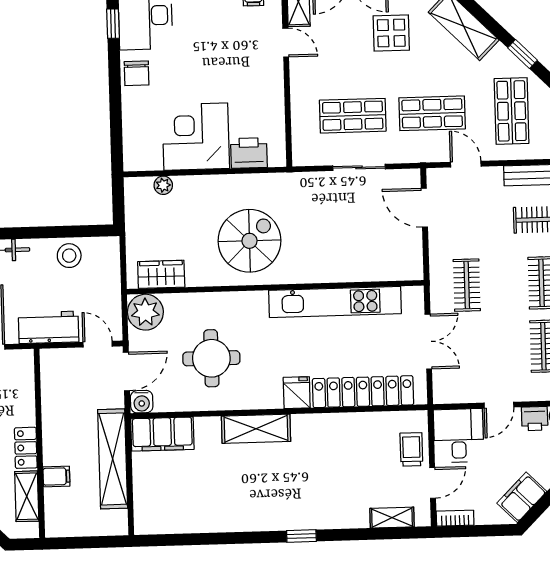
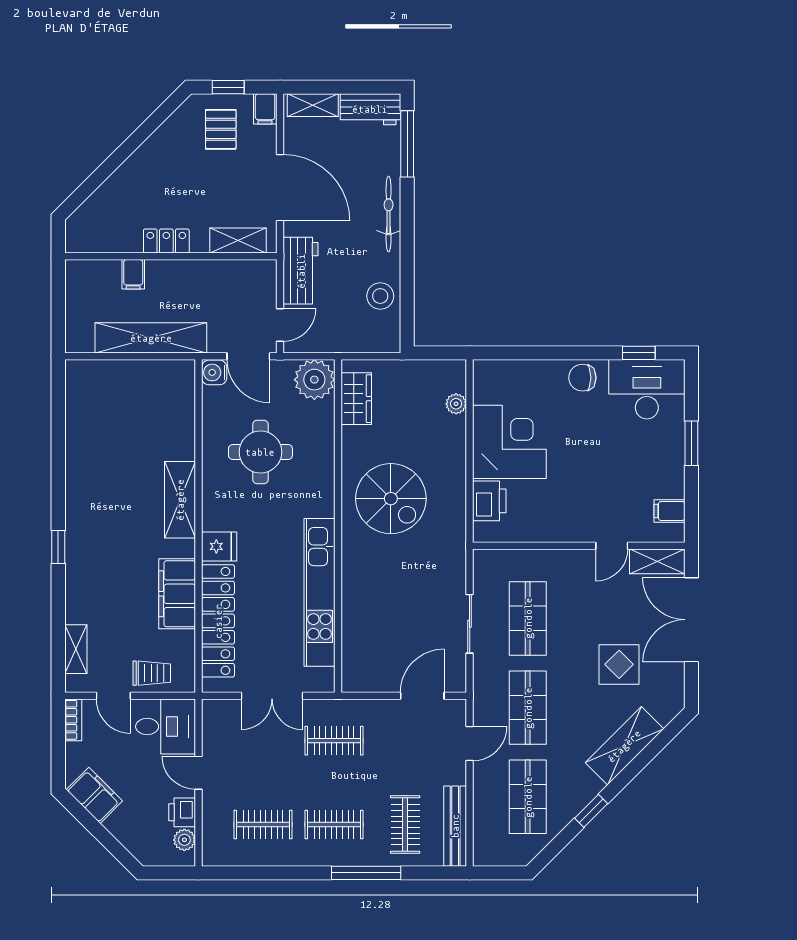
shop shelf: (512, 111) -> (528, 797), turned 90
filing cabinet: (162, 434) -> (177, 594), moved
shelving: (27, 496) -> (238, 240), moved

